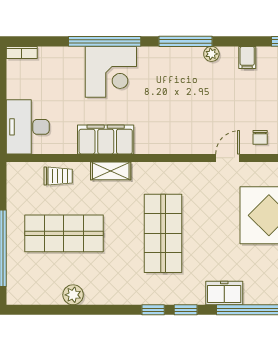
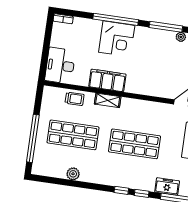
shop shelf: (163, 233) -> (135, 144), turned 90

